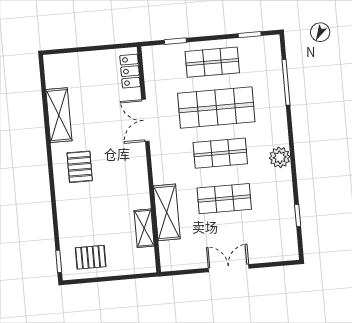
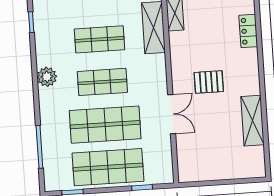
shop shelf: (212, 62) -> (108, 167), width x1.43, depth x1.36
locker: (130, 71) -> (248, 31), moved, turned 180
pallet: (80, 167) -> (209, 82), moved, turned 90

